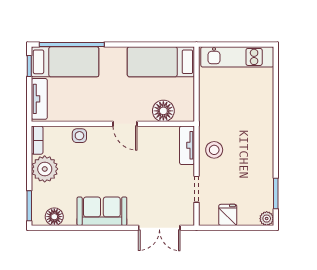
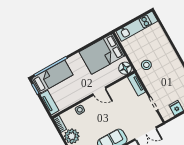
bed: (161, 62) -> (102, 54), width x1.50
floor lamp: (163, 111) -> (125, 68), moved
stool: (214, 150) -> (146, 65), moved

